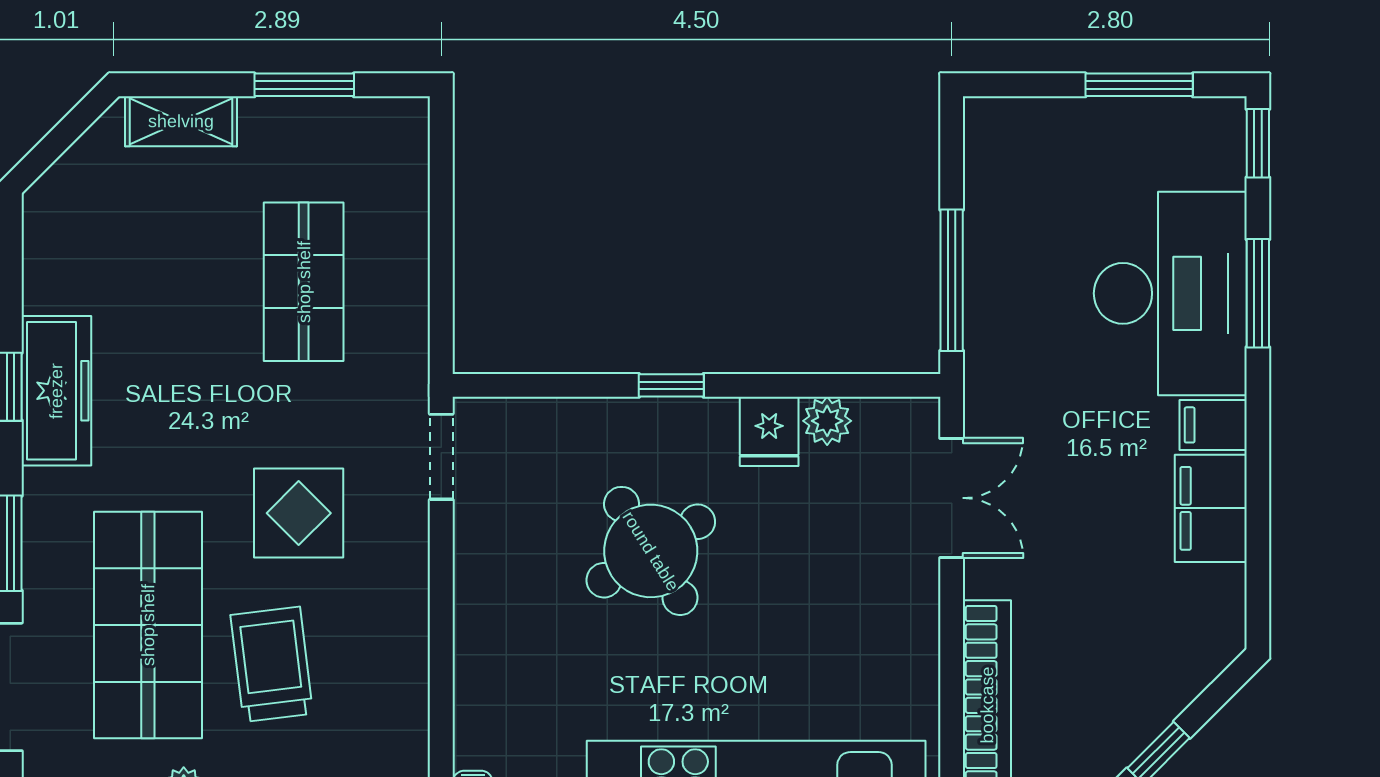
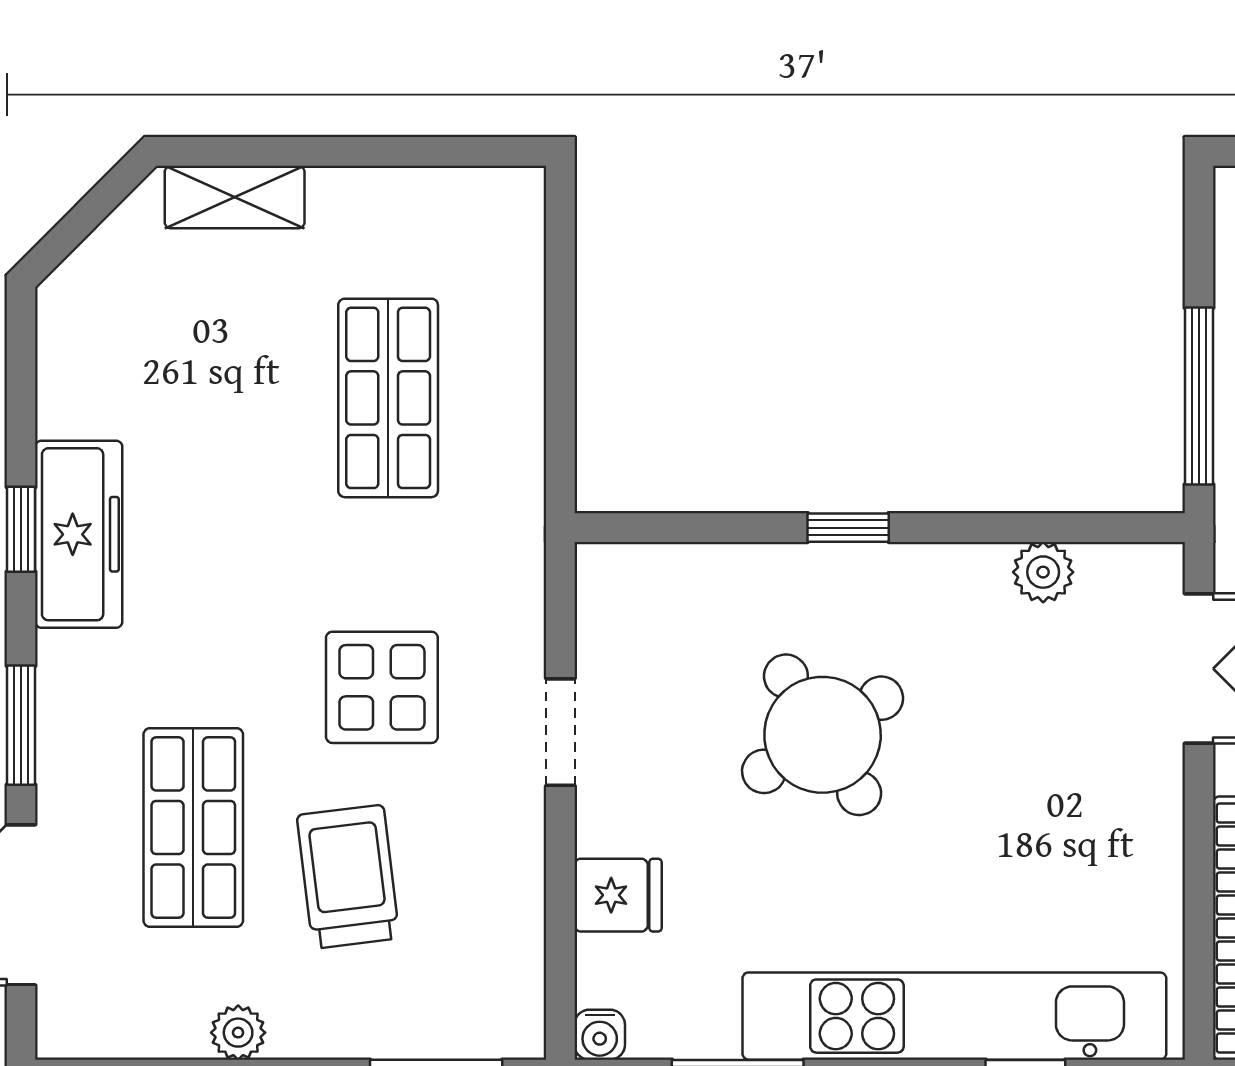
window: (304, 85) -> (389, 151), removed
fridge: (769, 431) -> (618, 895), moved, turned -90
doorway: (441, 457) -> (560, 732), moved
shop shelf: (148, 625) -> (193, 827), width x0.70, depth x0.74

